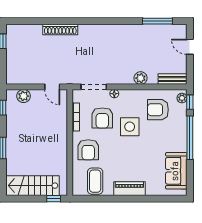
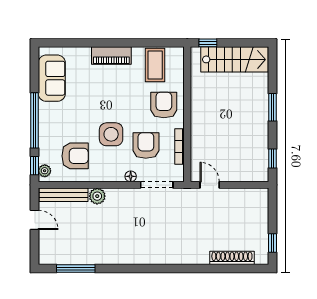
shoe rack: (60, 30) -> (232, 258), moved
door: (190, 47) -> (34, 220), moved
bench: (172, 79) -> (63, 195), width x1.36
plant: (24, 96) -> (246, 173), removed

